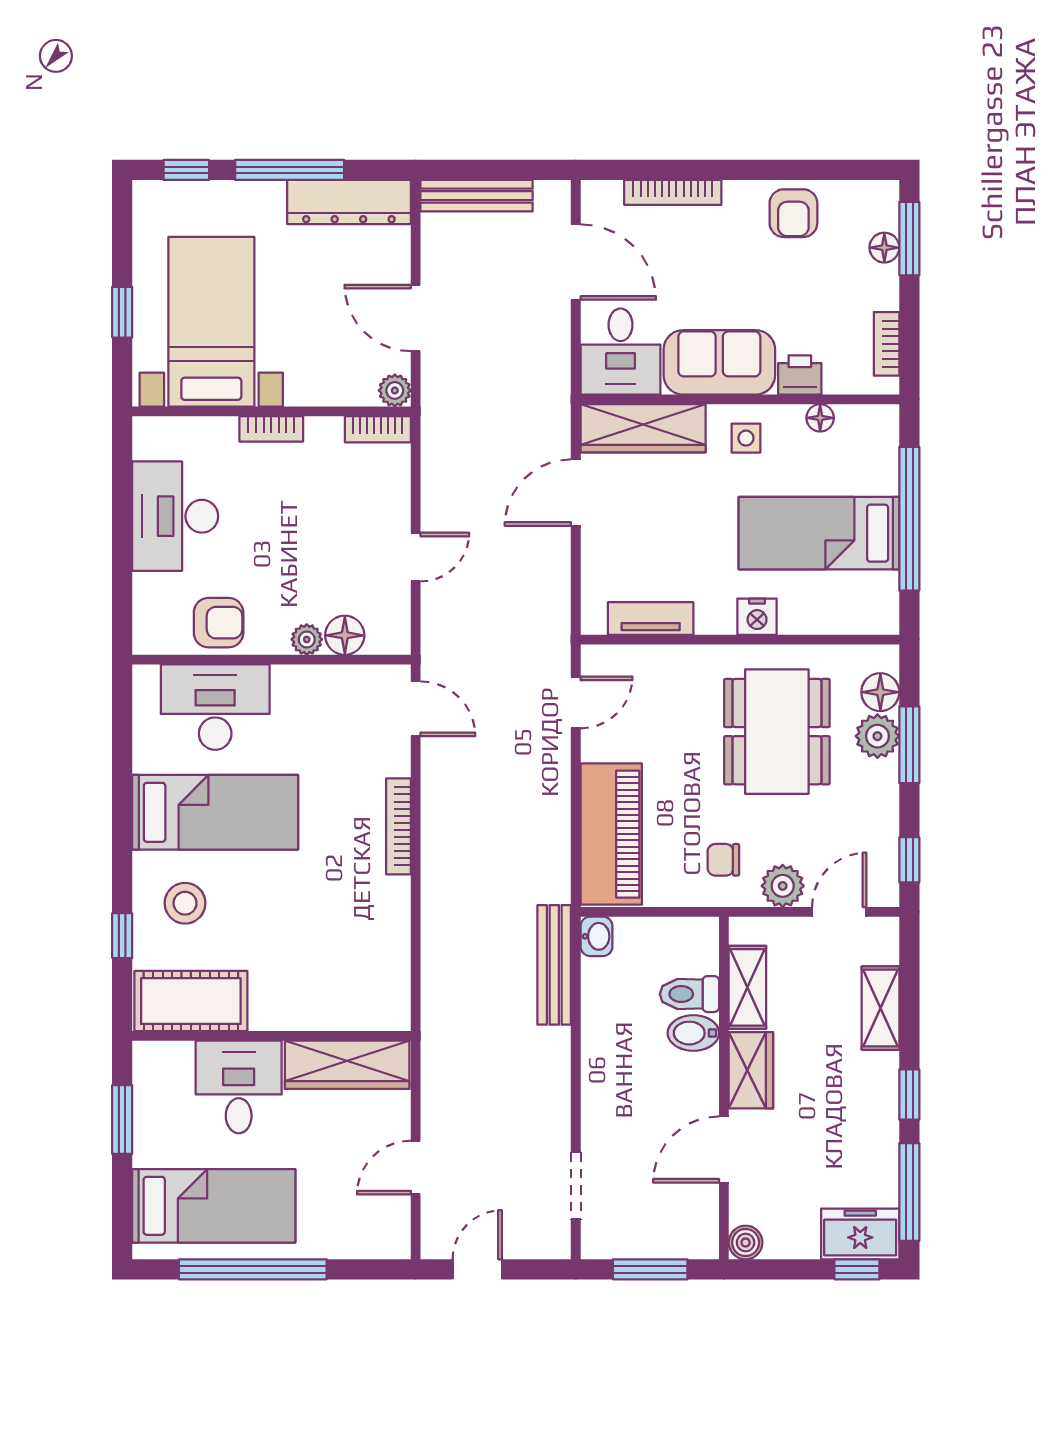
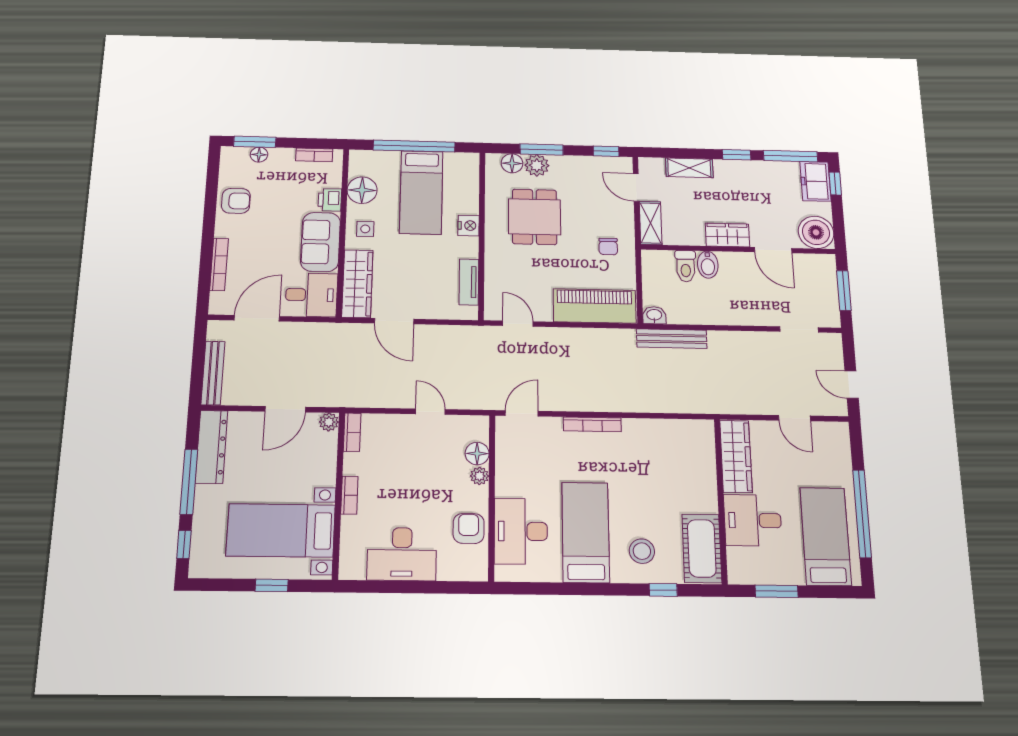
floor lamp: (820, 418) -> (362, 190), width x1.89, depth x1.89
dining table: (777, 732) -> (535, 217), width x0.73
plant: (783, 886) -> (622, 216), removed
shelving: (747, 987) -> (651, 223), moved, turned 90
boiler: (746, 1243) -> (816, 232), width x1.86, depth x1.86

